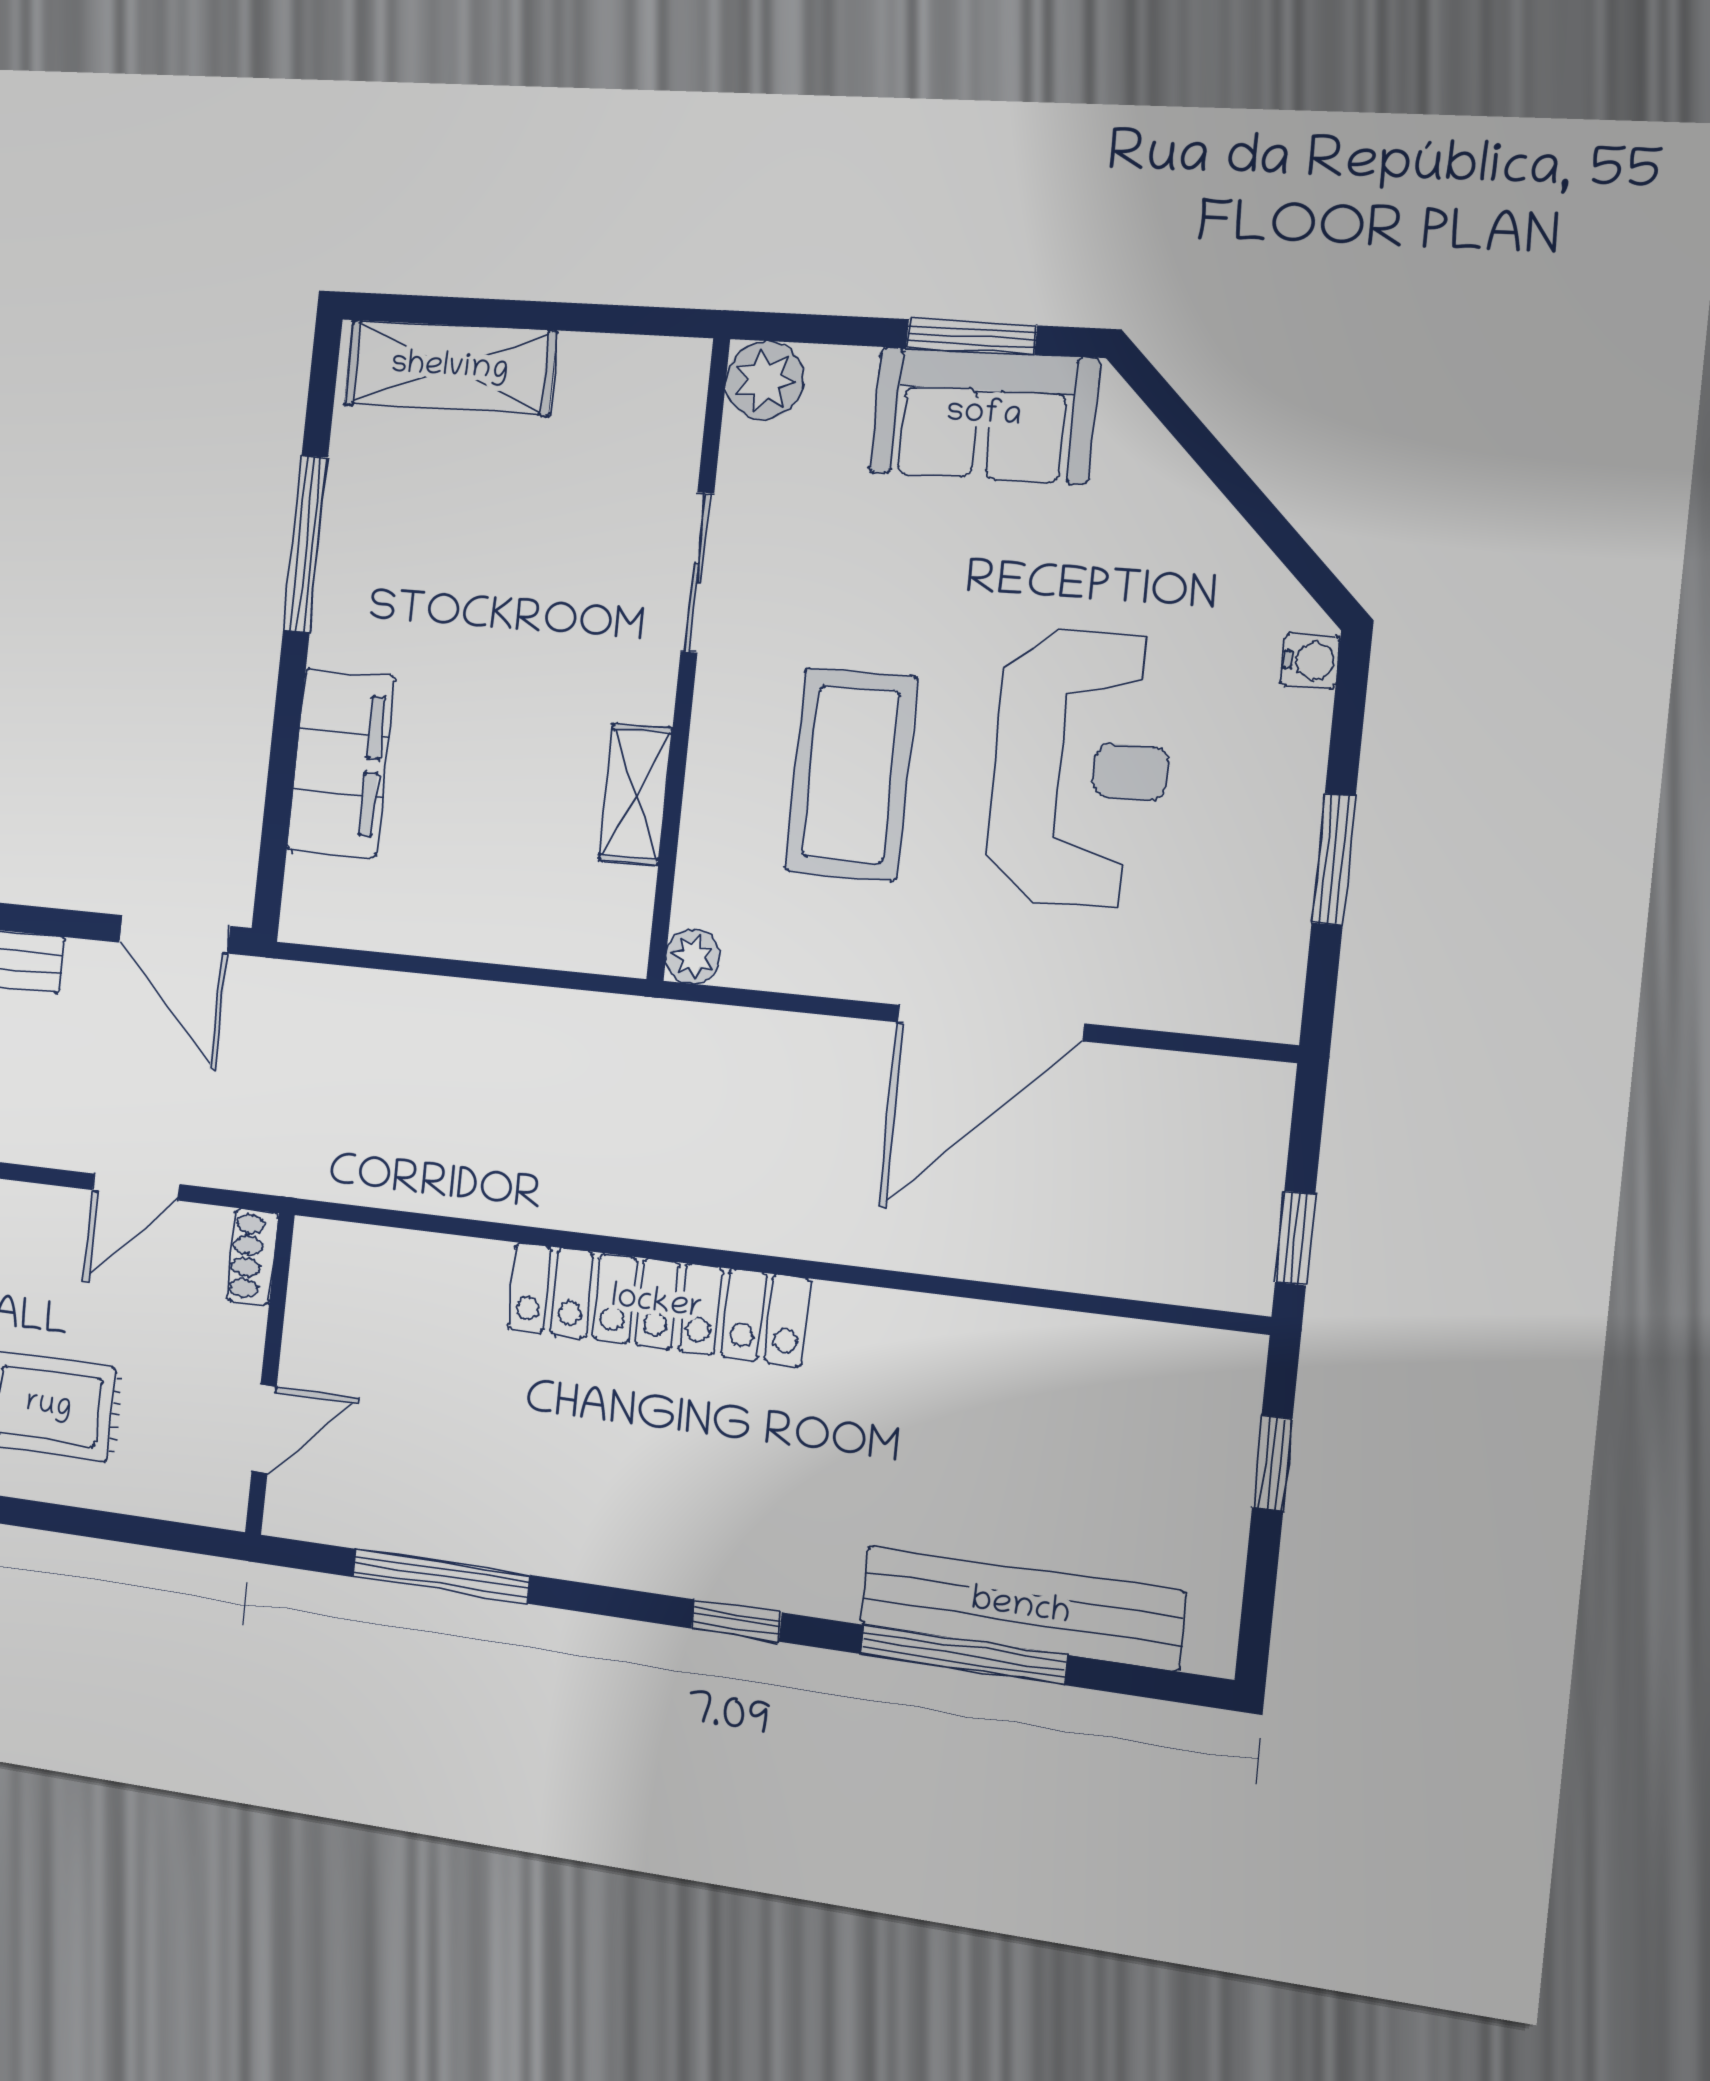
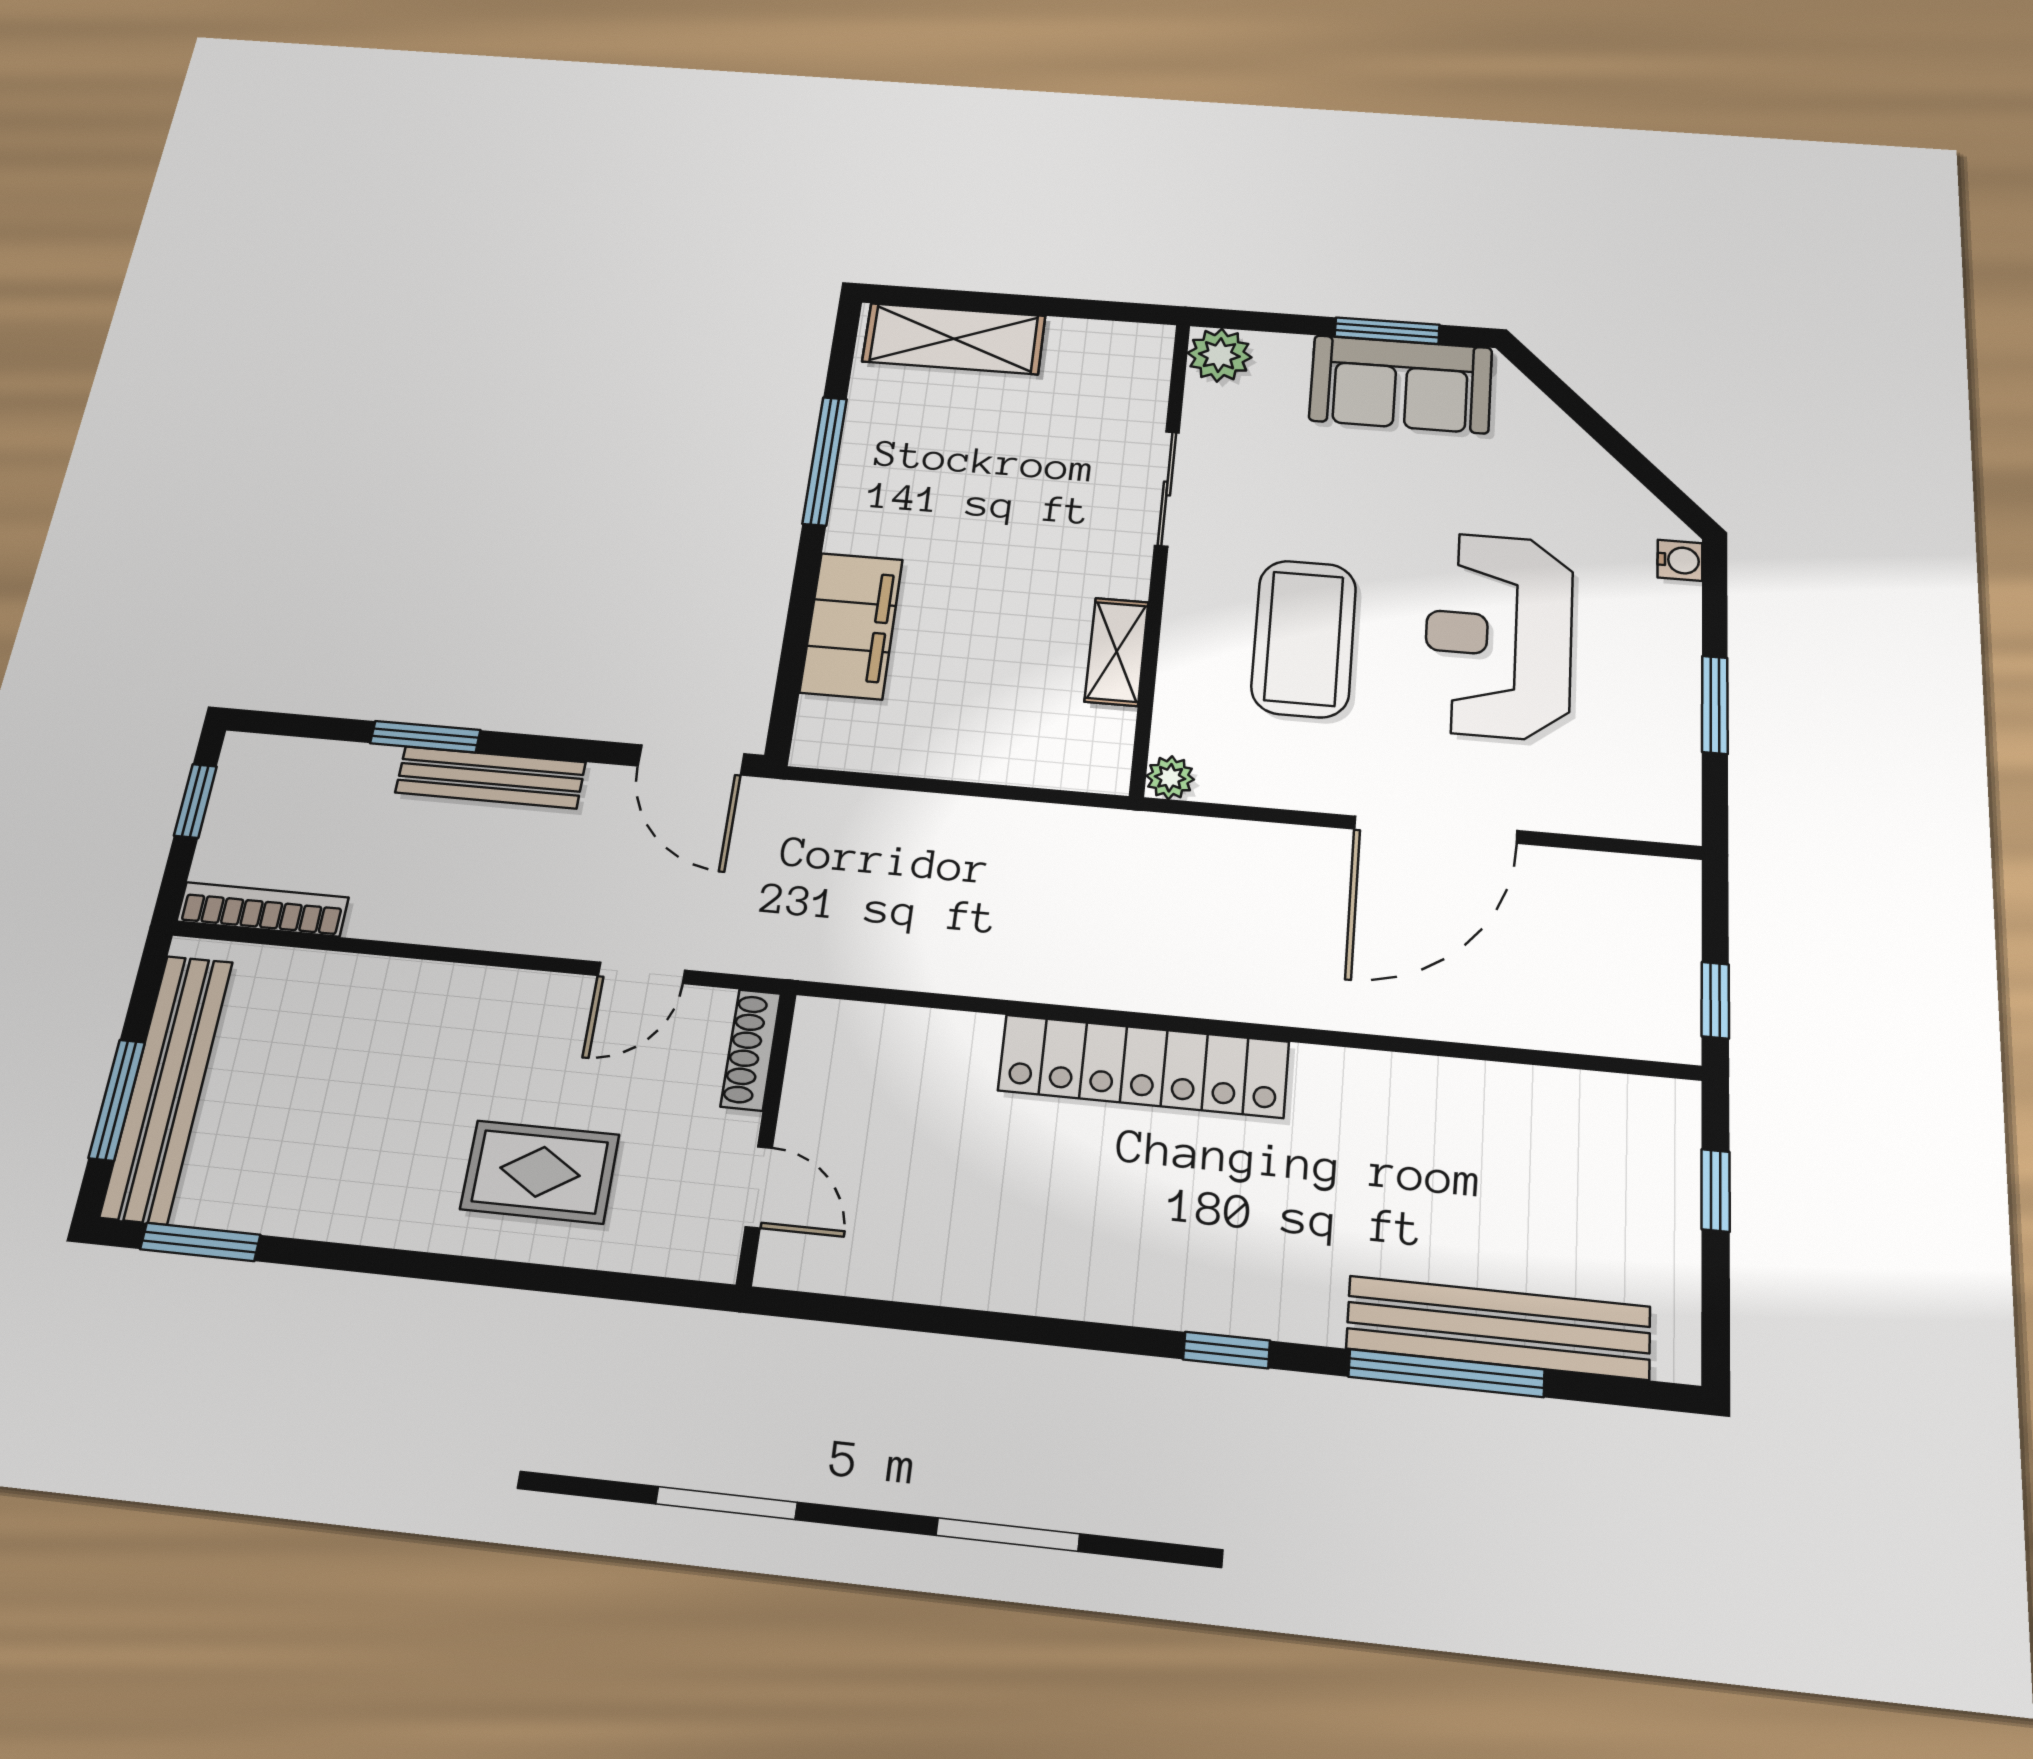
reception desk: (1081, 768) -> (1499, 635), turned 180
shoe rack: (253, 1257) -> (751, 1050), width x1.43
door: (264, 1429) -> (759, 1187), hinge flipped
window: (441, 1576) -> (934, 1319), removed

